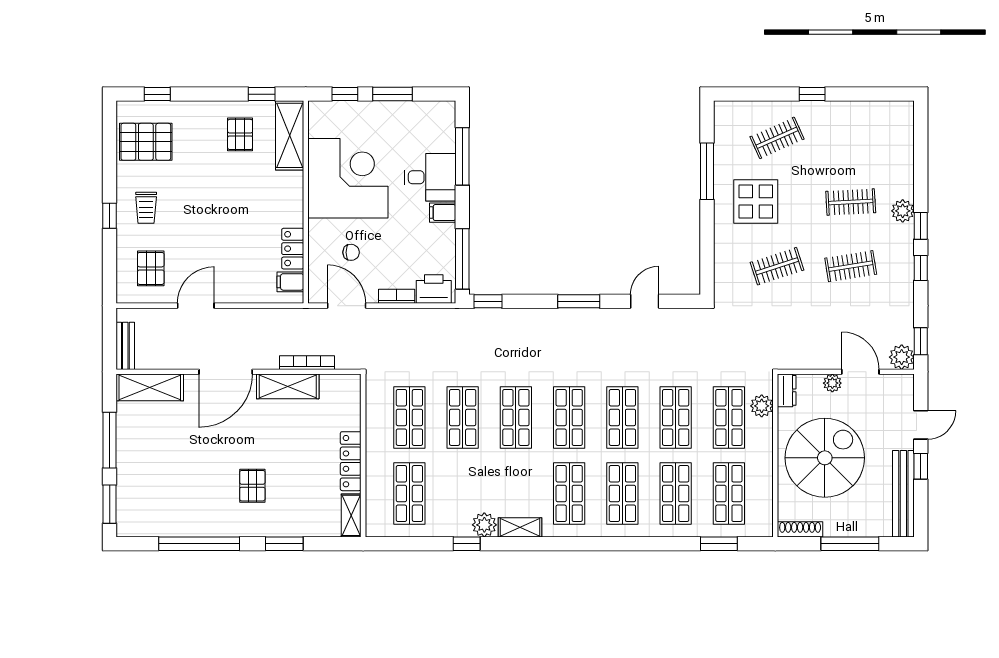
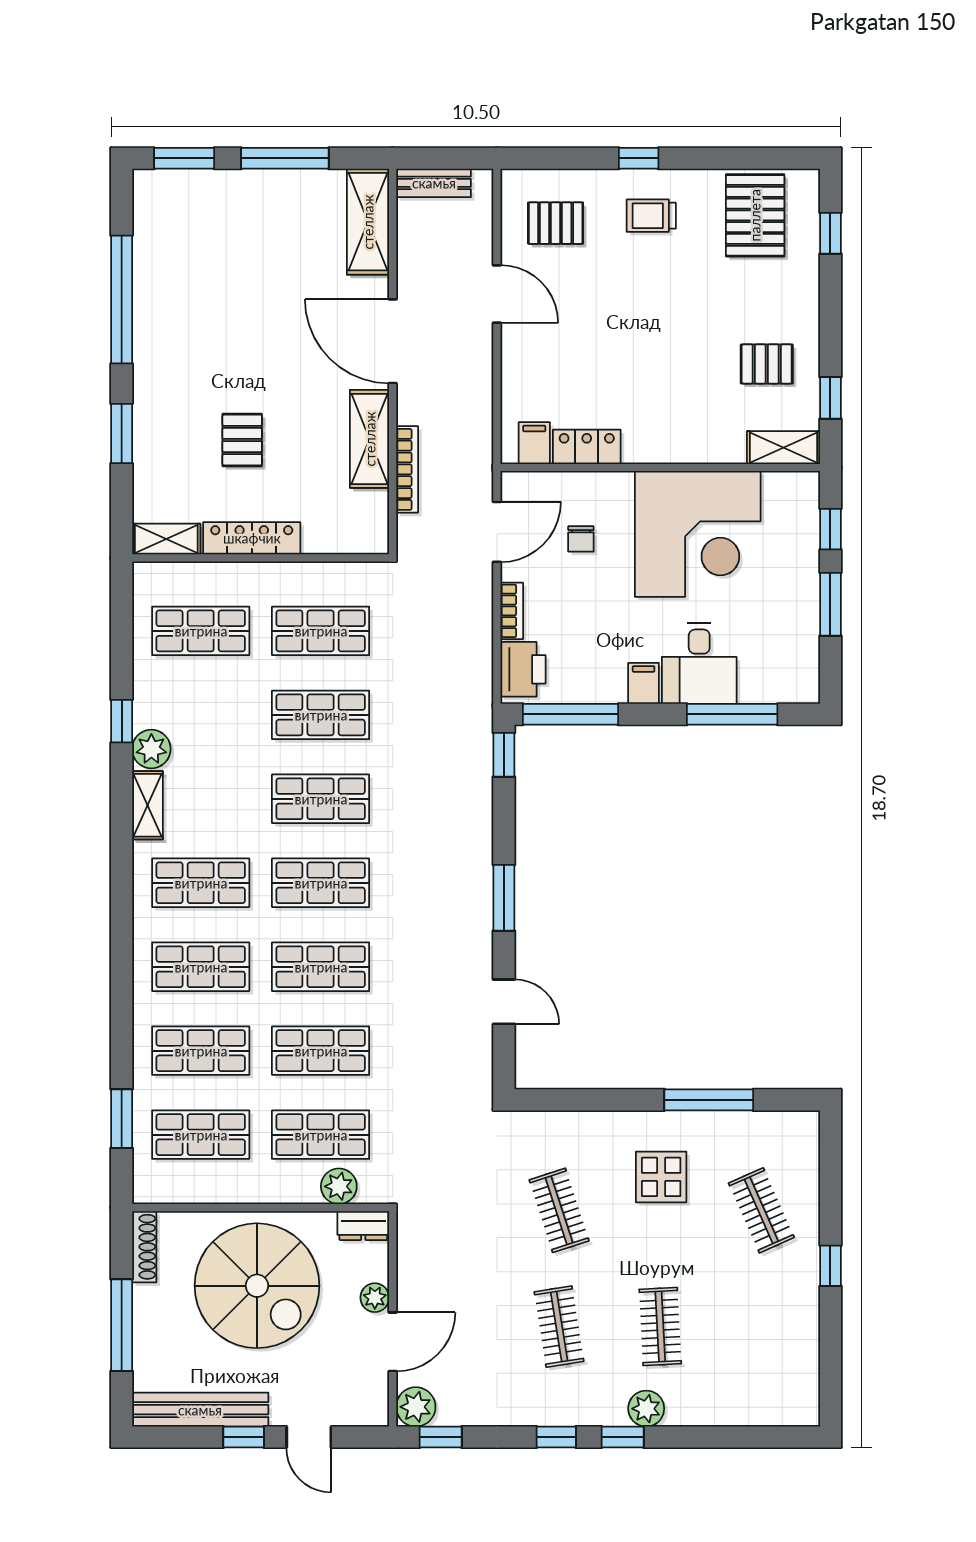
shelving: (290, 135) -> (783, 448), width x0.67, depth x0.75
display table: (756, 201) -> (661, 1177), width x0.73, depth x0.73
pallet: (252, 486) -> (242, 440), moved, turned 90

